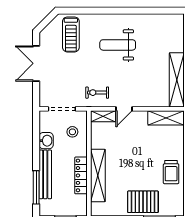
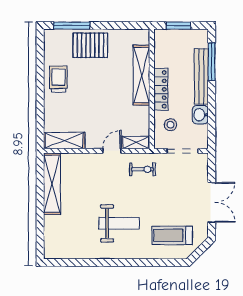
treadmill: (71, 34) -> (172, 235), turned -90
locker: (81, 175) -> (161, 89), moved

